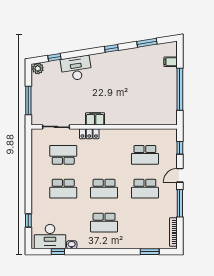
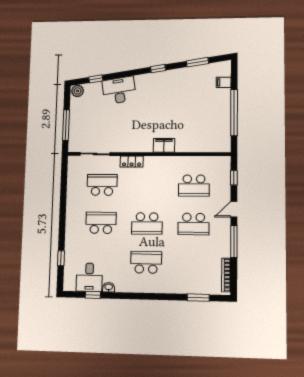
filing cabinet: (95, 119) -> (164, 145), moved
school desk: (63, 189) -> (101, 223), turned 180
school desk: (104, 223) -> (146, 262), turned 180
desk: (50, 237) -> (89, 277), width x0.73

